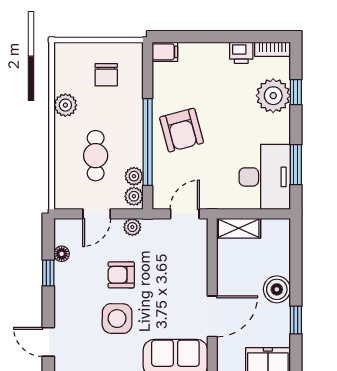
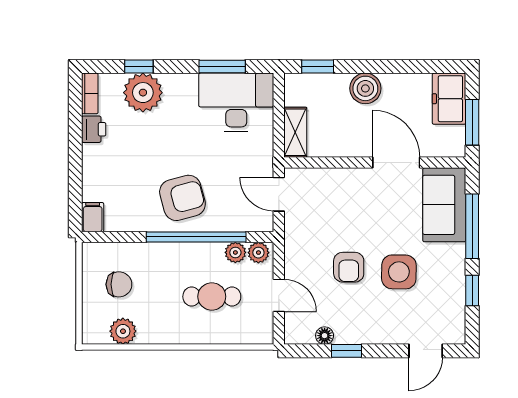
plant: (65, 105) -> (123, 331), moved
plant: (132, 227) -> (294, 254), removed
window: (296, 320) -> (318, 67), moved

